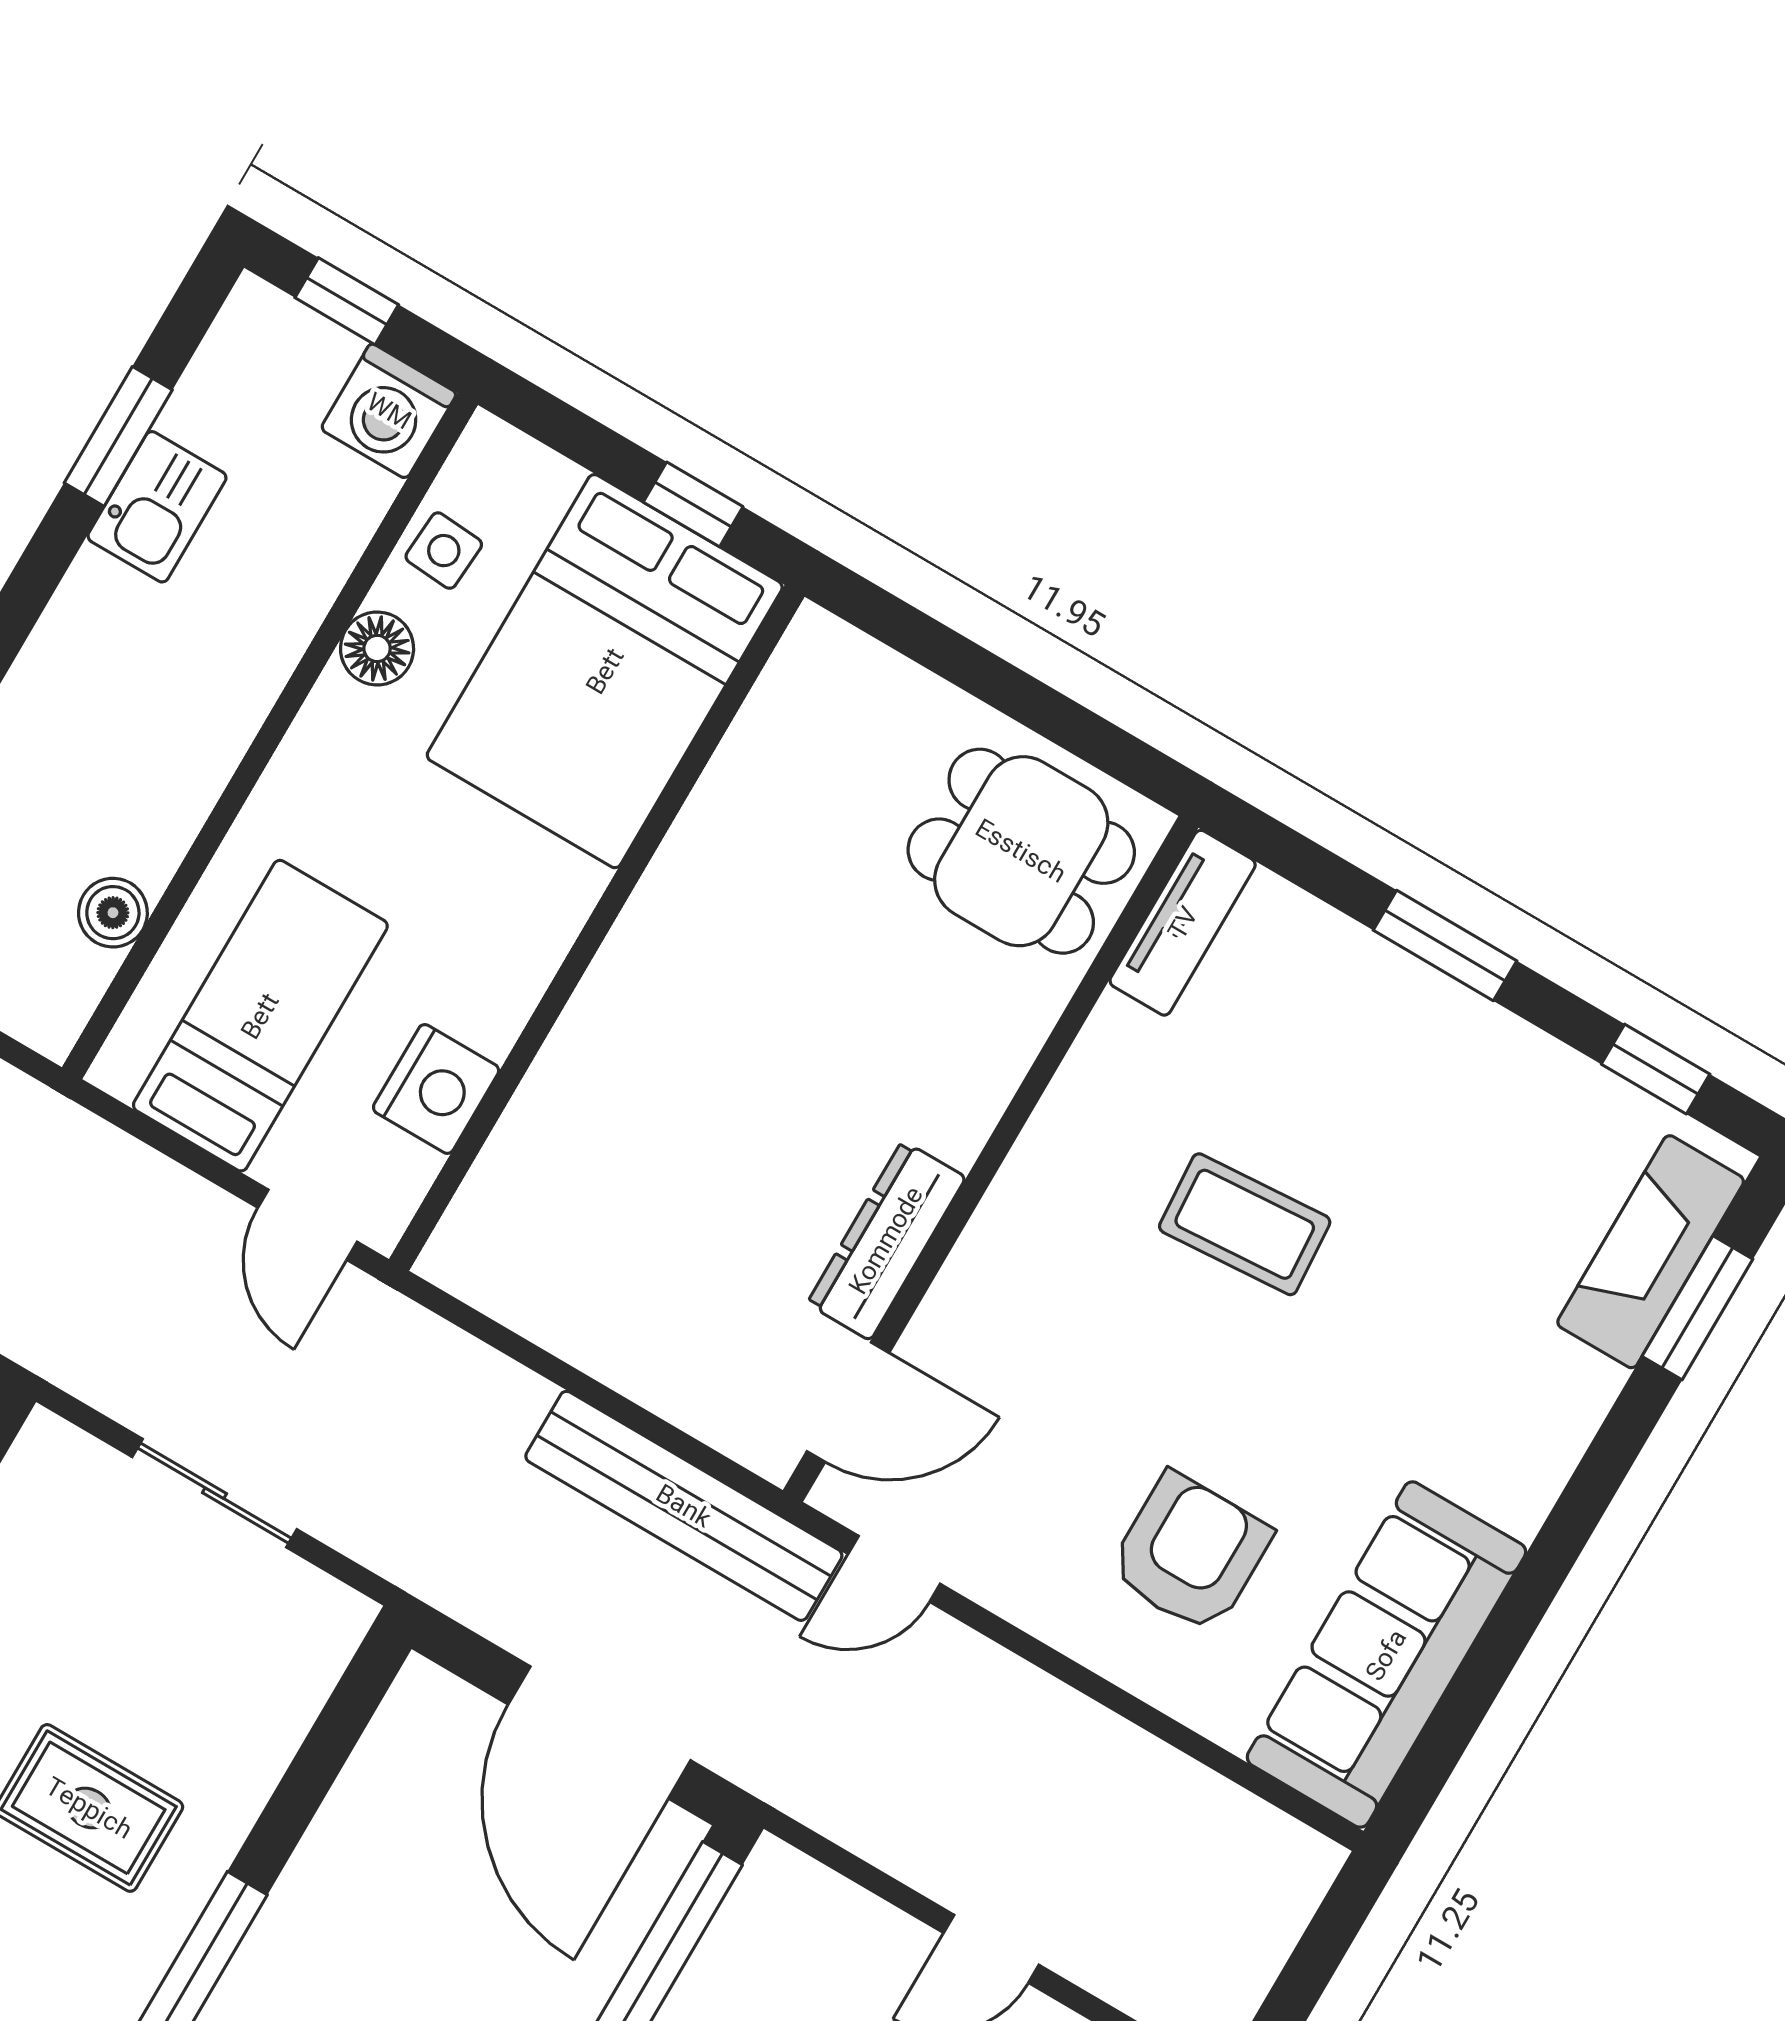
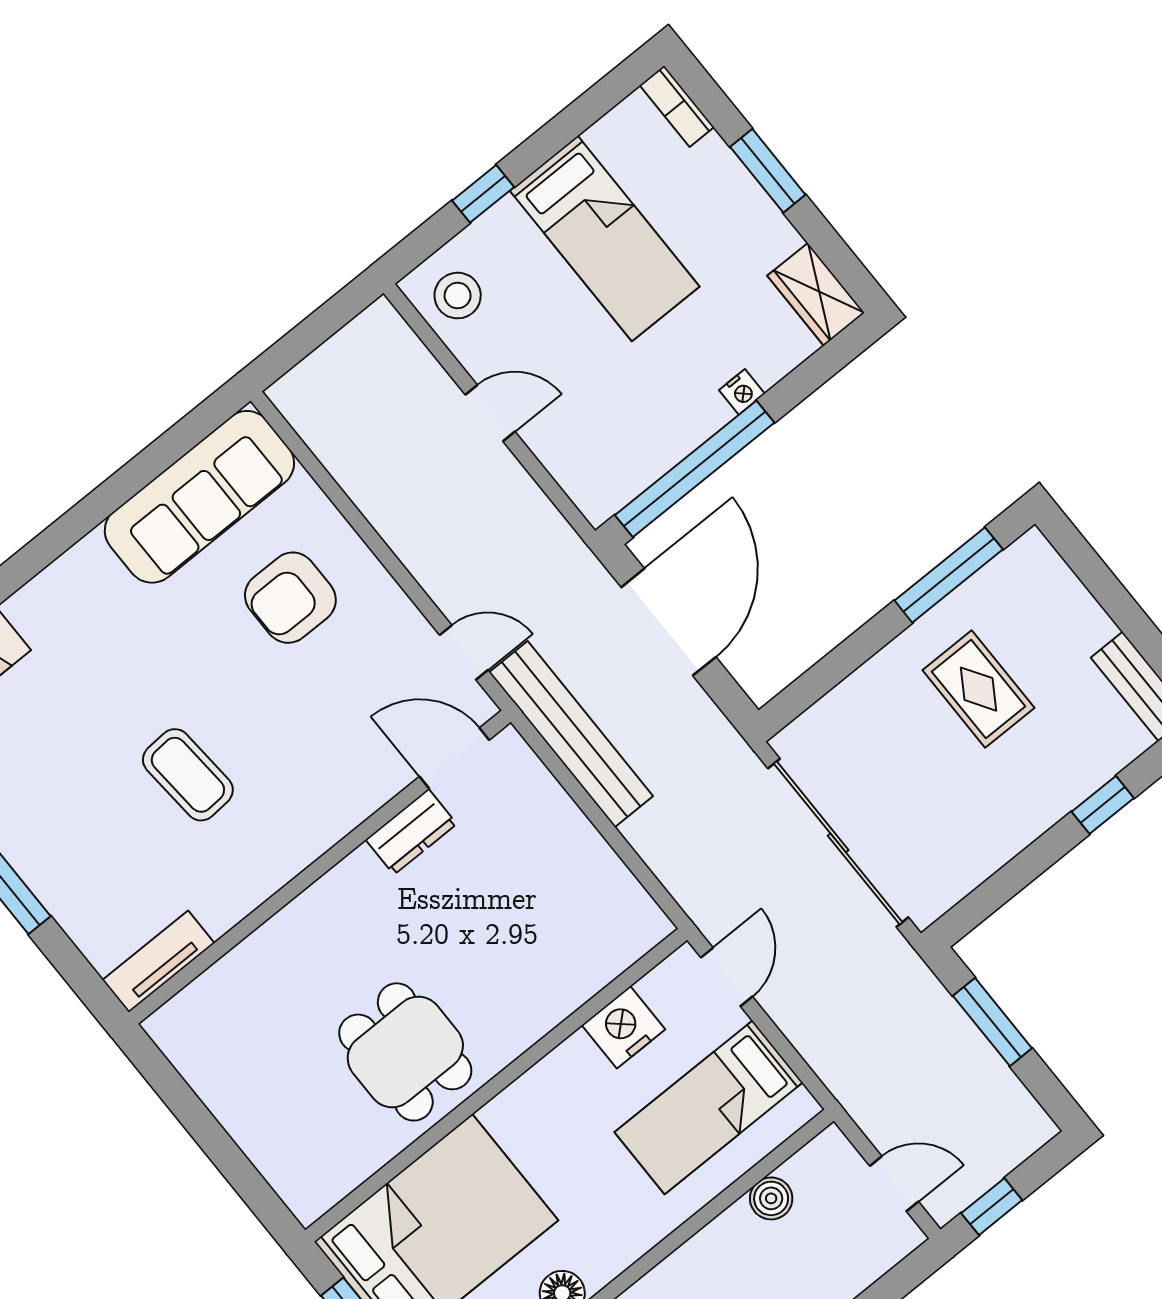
dining table: (1021, 851) -> (405, 1052), moved
dresser: (886, 1240) -> (411, 832), width x0.70
sliding door: (214, 1493) -> (838, 843), width x1.86

